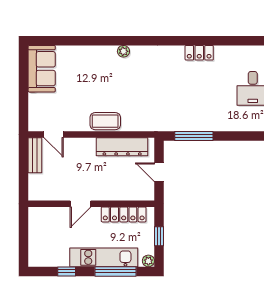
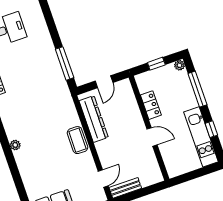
locker: (124, 214) -> (151, 105), width x0.66
kitchen unit: (104, 257) -> (201, 137), moved

